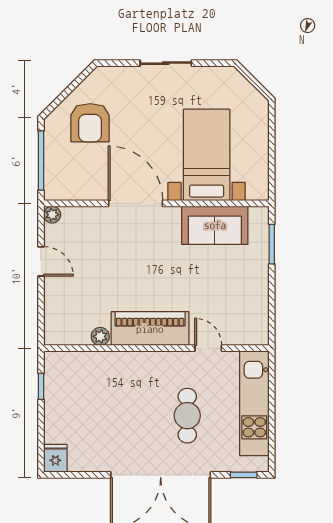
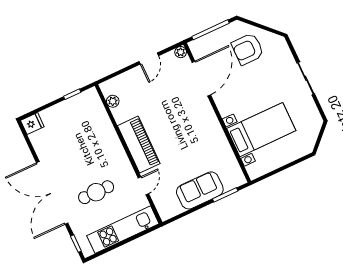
door: (135, 203) -> (201, 79), moved
sofa: (215, 225) -> (200, 190), moved, turned 90
plant: (100, 336) -> (113, 101), moved

